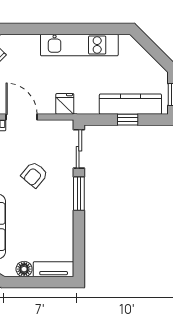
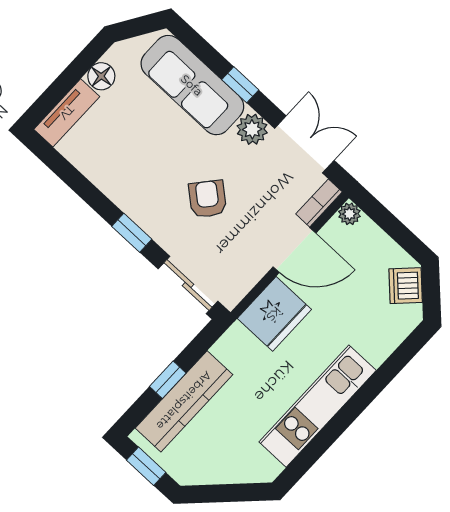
fridge: (65, 104) -> (274, 314), width x1.88, depth x1.34
window: (79, 194) -> (132, 233), width x0.67

